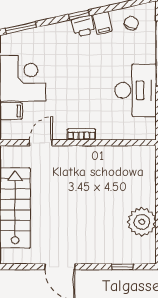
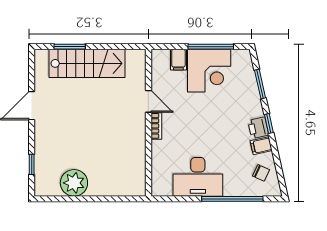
window: (21, 28) -> (260, 84), moved
door: (41, 143) -> (148, 101), moved

